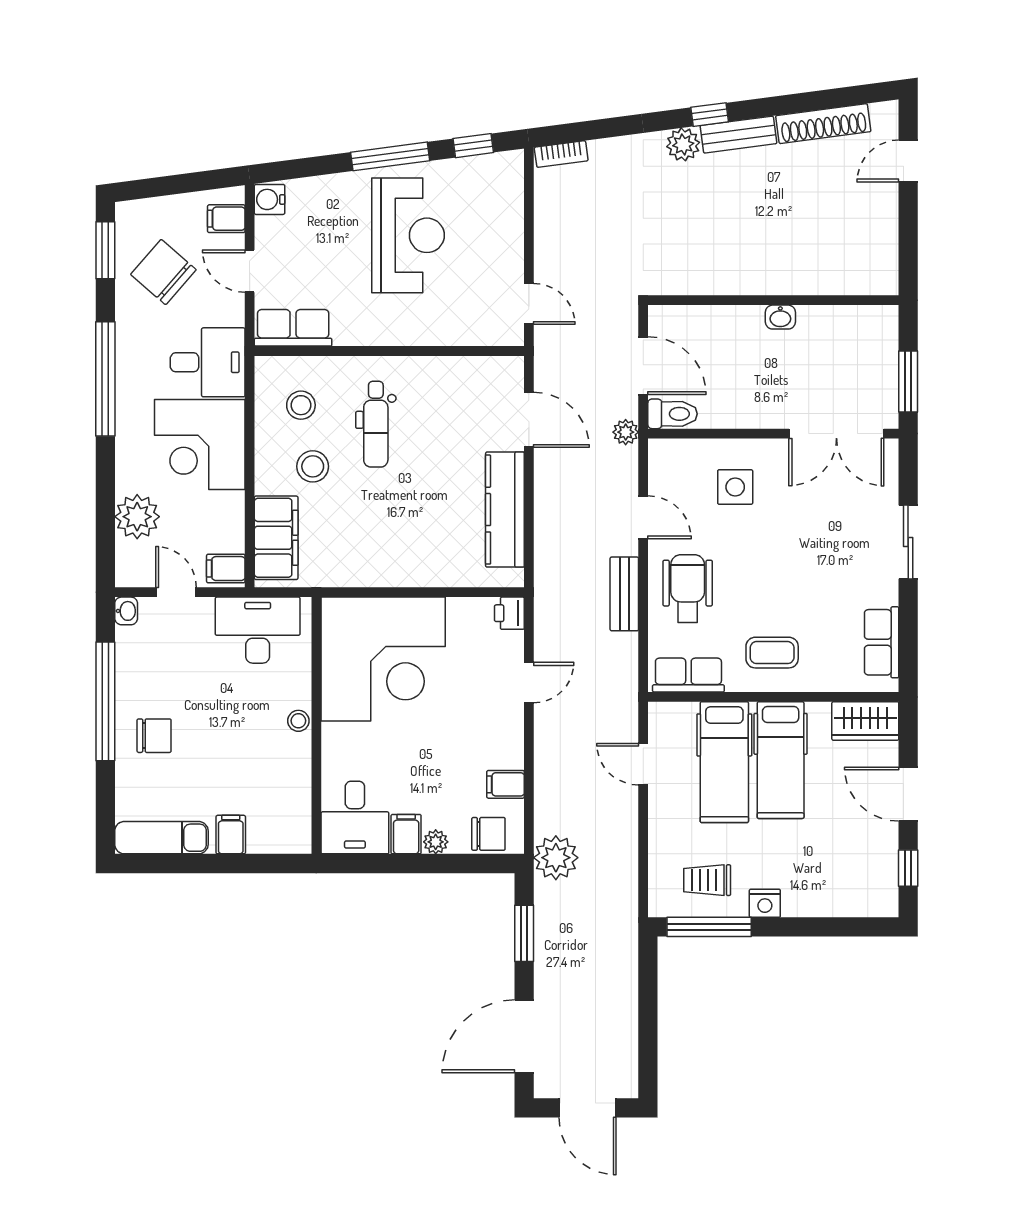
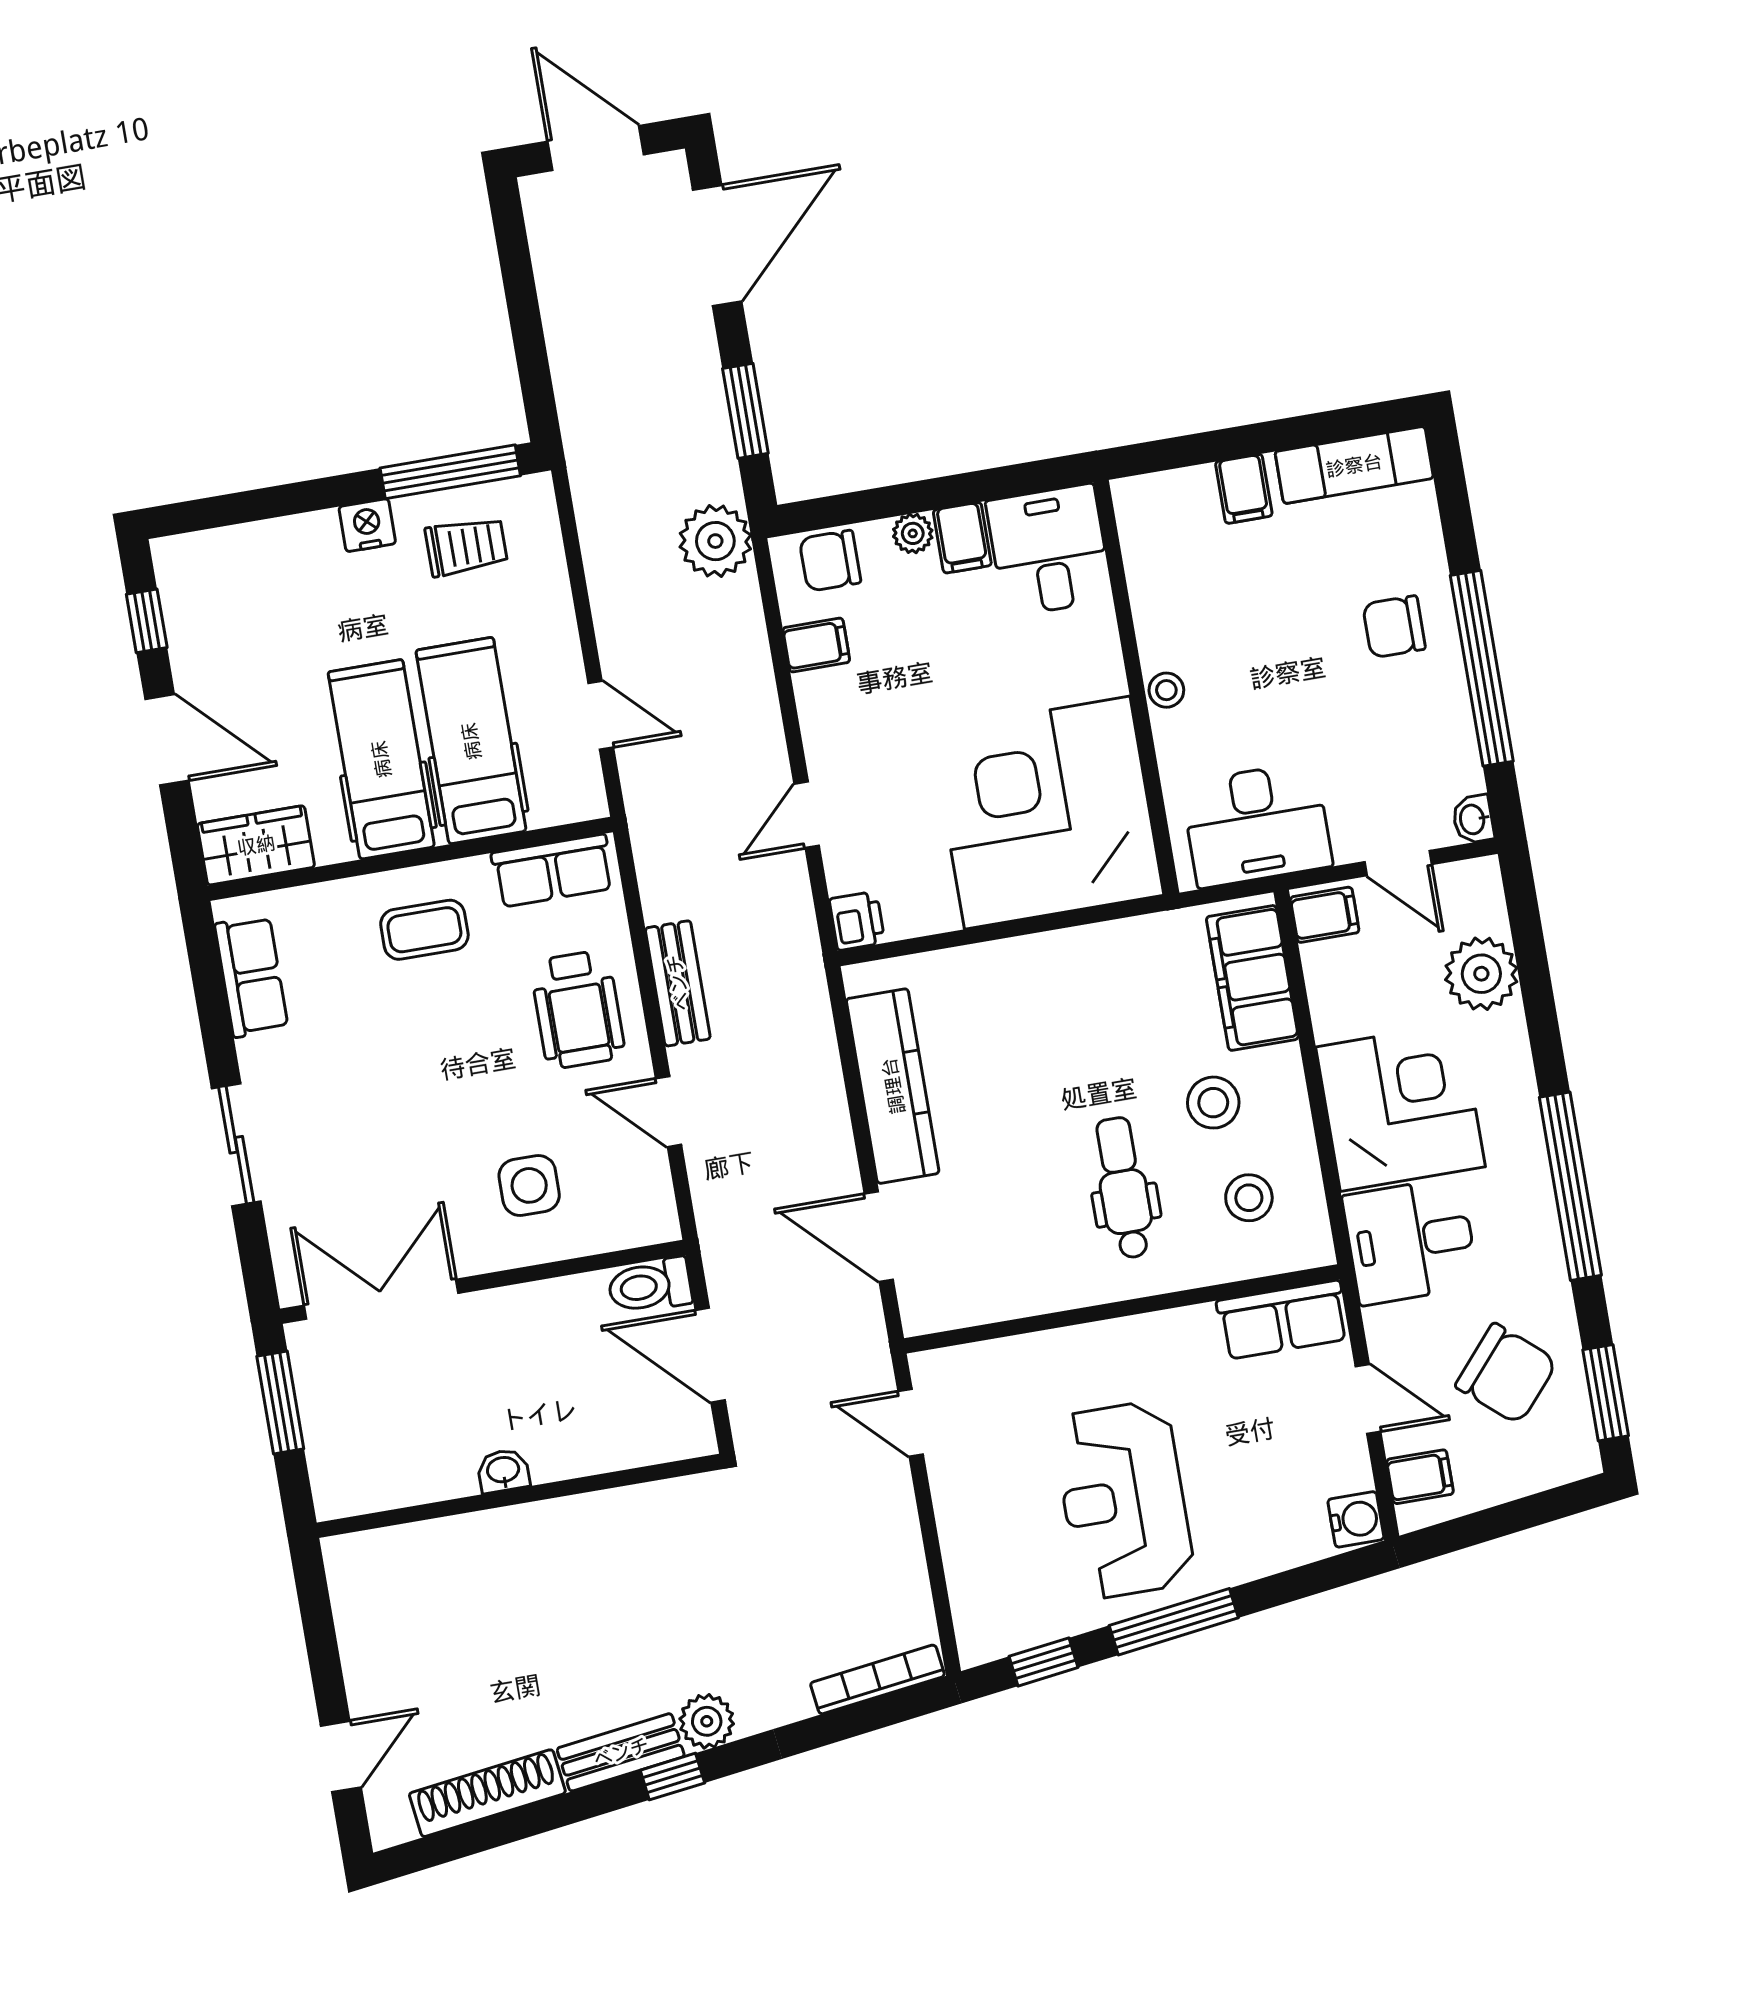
bookcase: (561, 154) -> (877, 1679), width x1.56
plant: (626, 432) -> (720, 1244), removed

